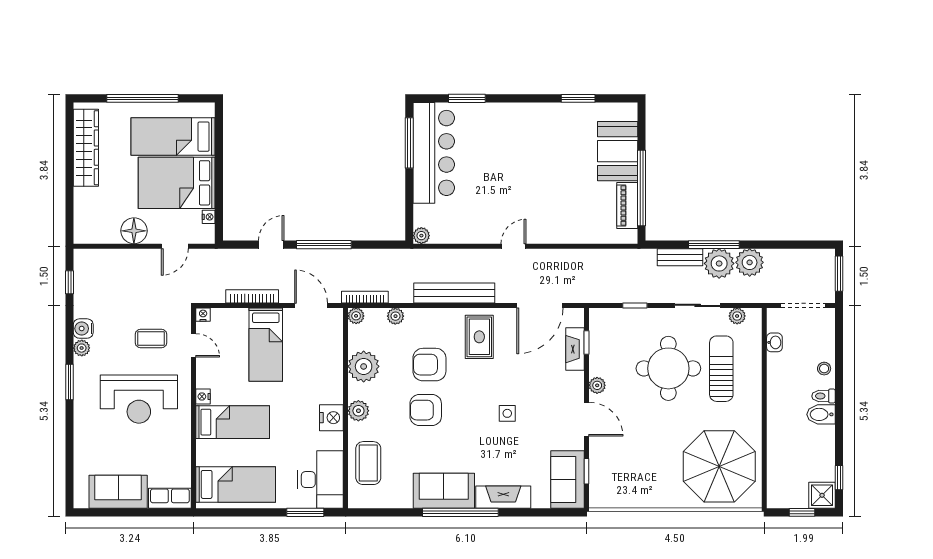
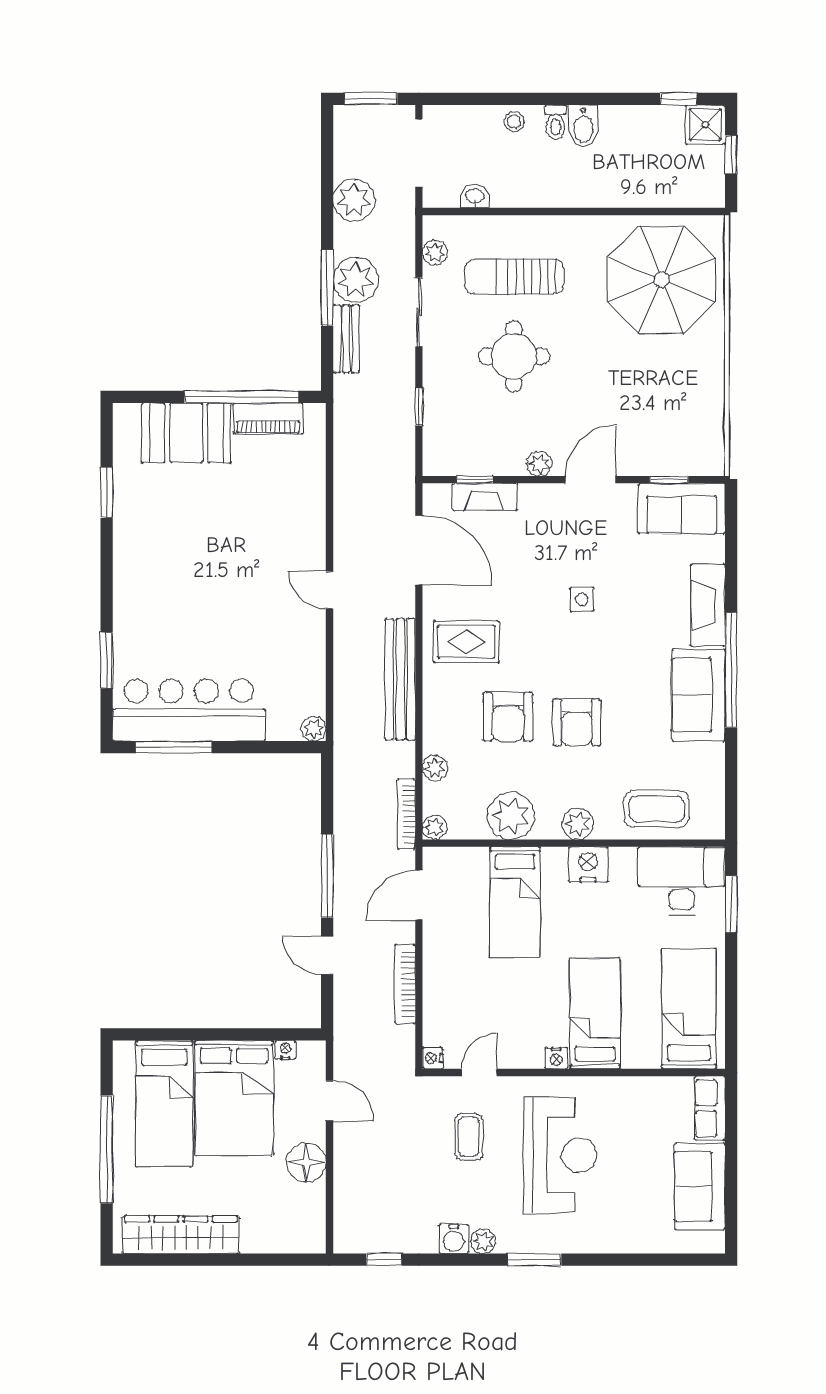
plant: (750, 262) -> (354, 200), moved
bed: (266, 345) -> (515, 902), moved, turned 90
round table: (668, 368) -> (514, 356), width x0.73, depth x0.73

